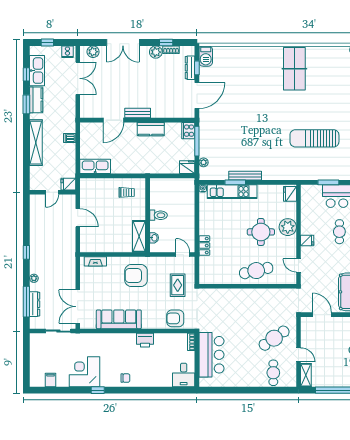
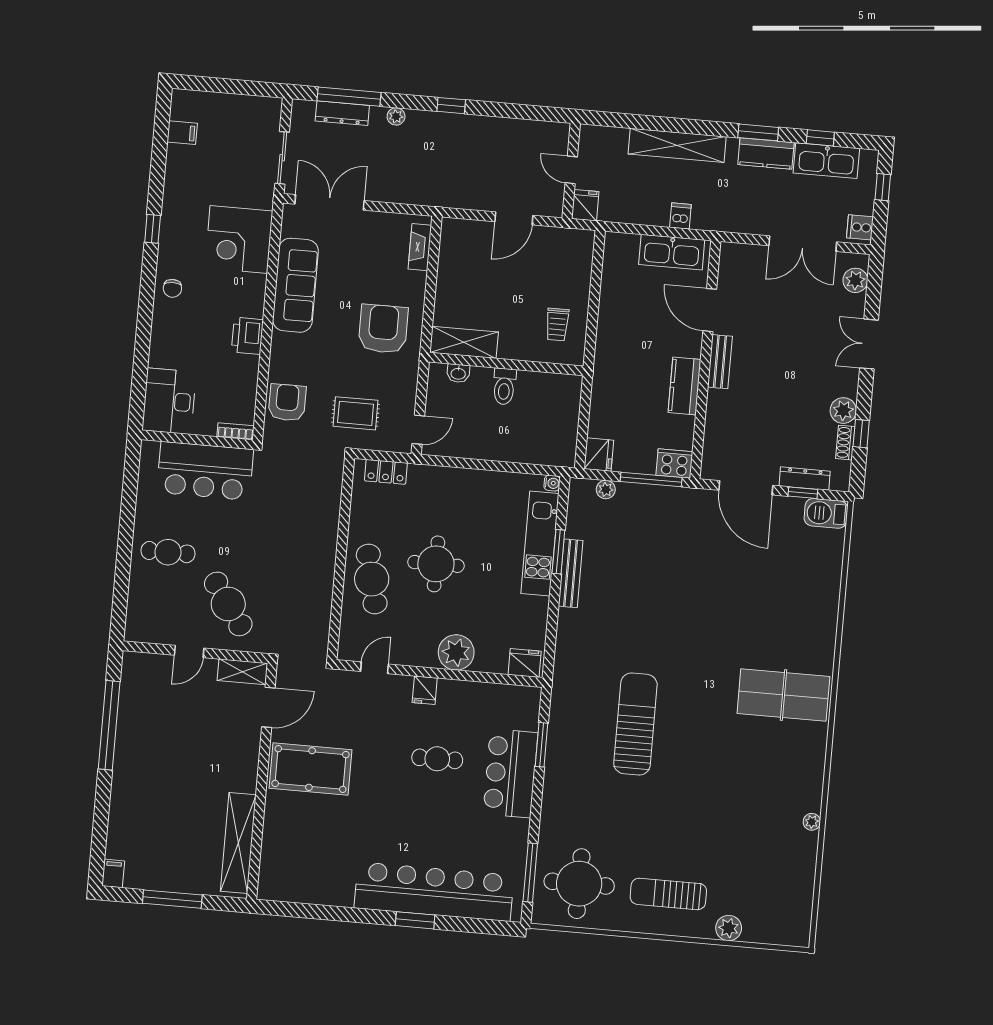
double door: (123, 43) -> (869, 344), width x0.73
kitchen sink: (95, 166) -> (672, 252), moved, turned 90
round table: (261, 232) -> (436, 564), moved
locker: (204, 246) -> (386, 472), moved
corner desk: (85, 372) -> (239, 239), moved, turned 180
cafe table: (273, 373) -> (168, 552), moved
desk: (184, 375) -> (169, 401), width x1.37
shelving: (306, 375) -> (242, 672), moved

